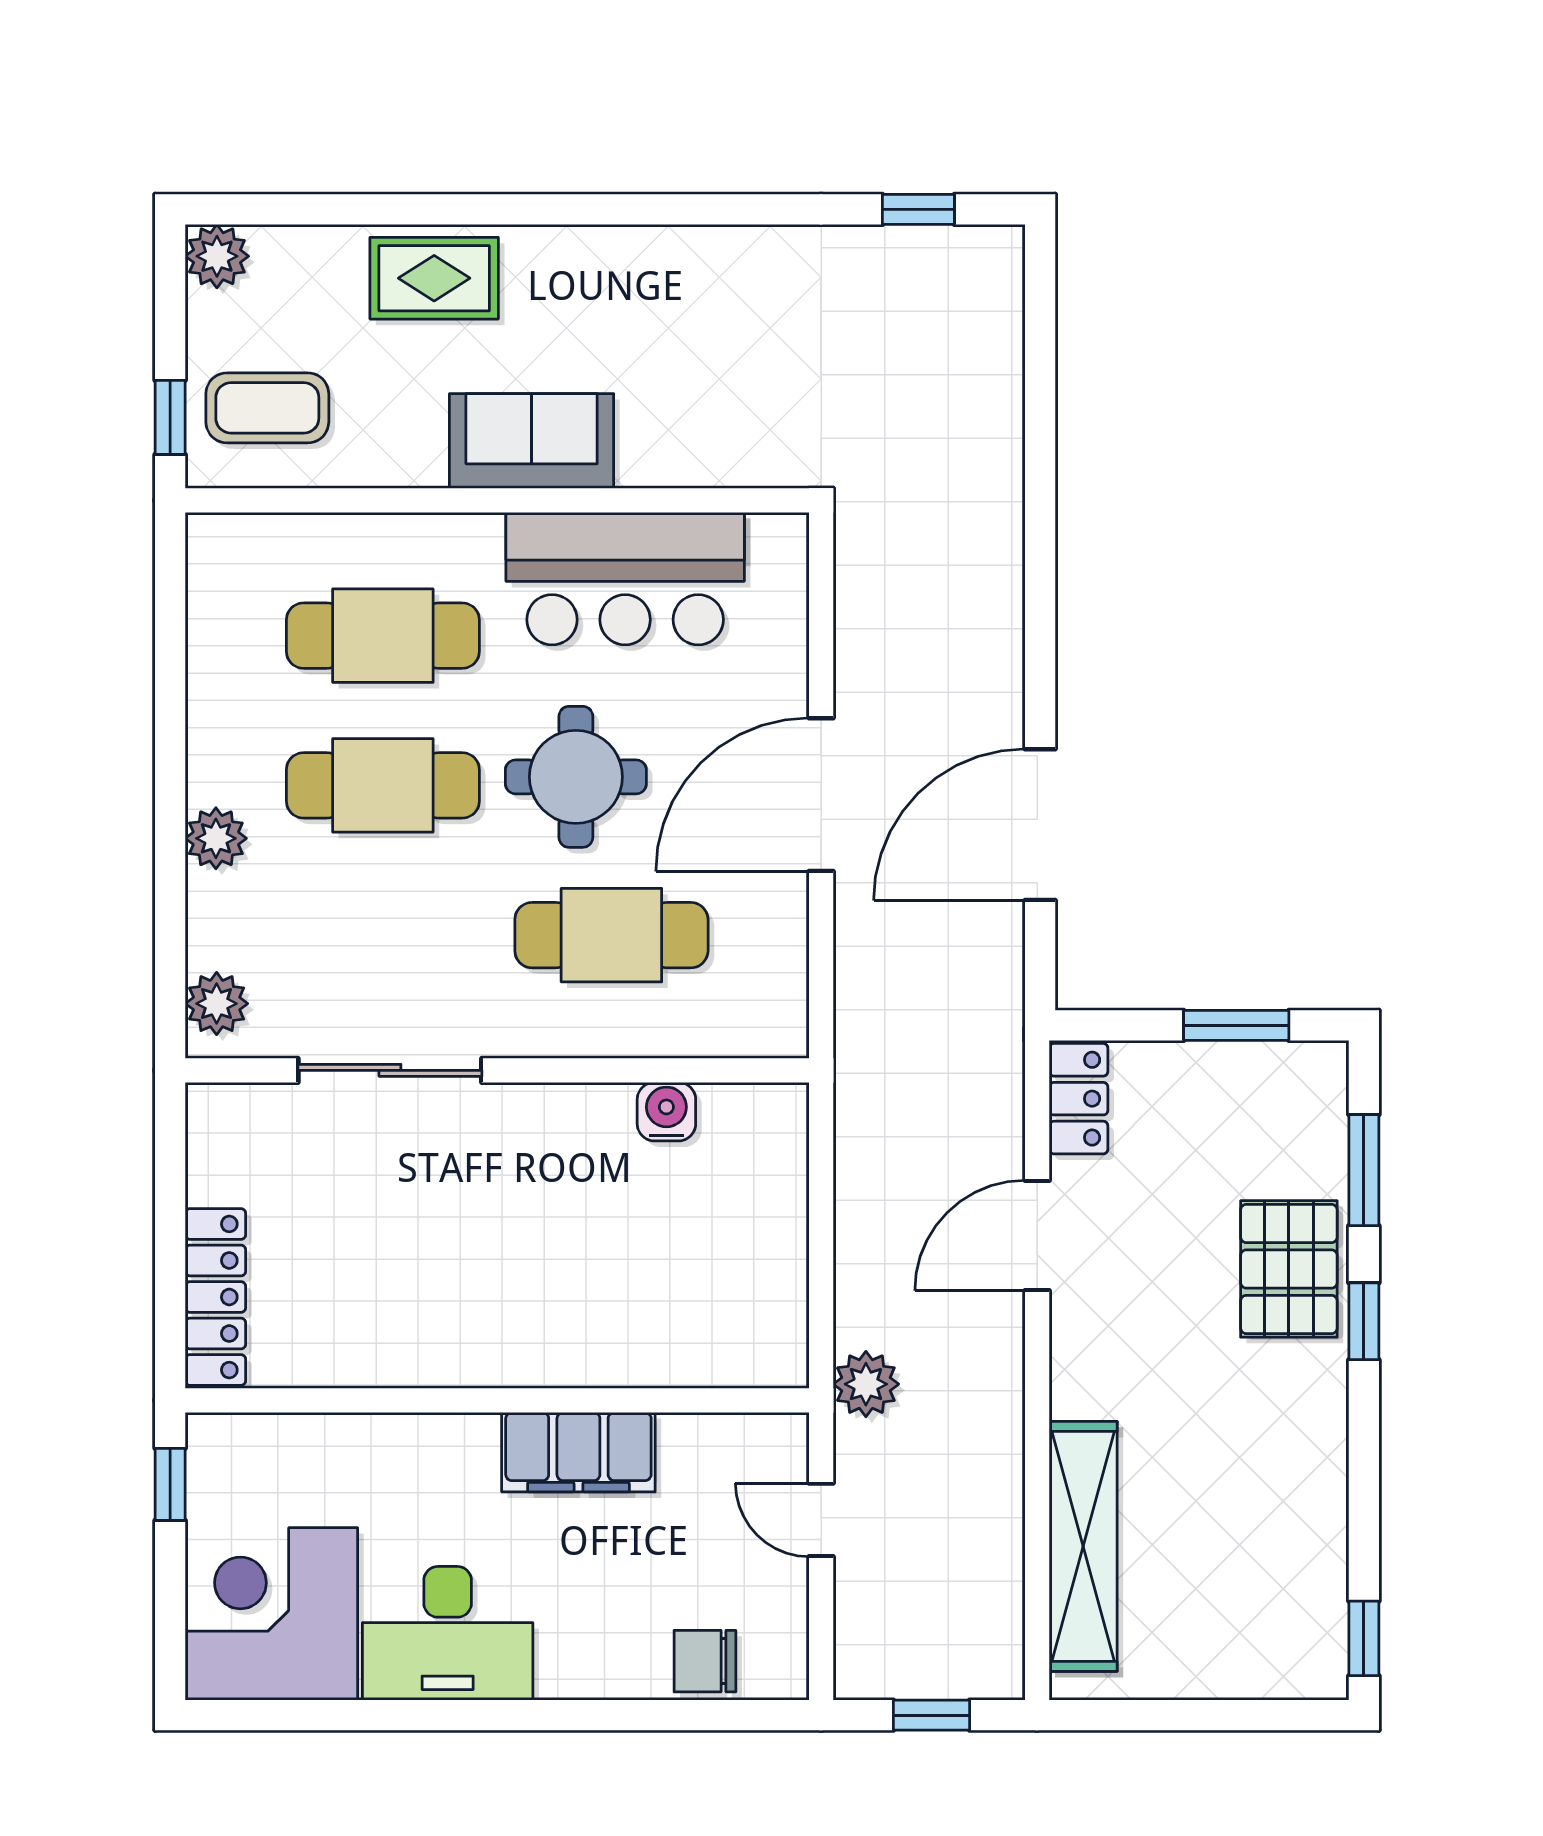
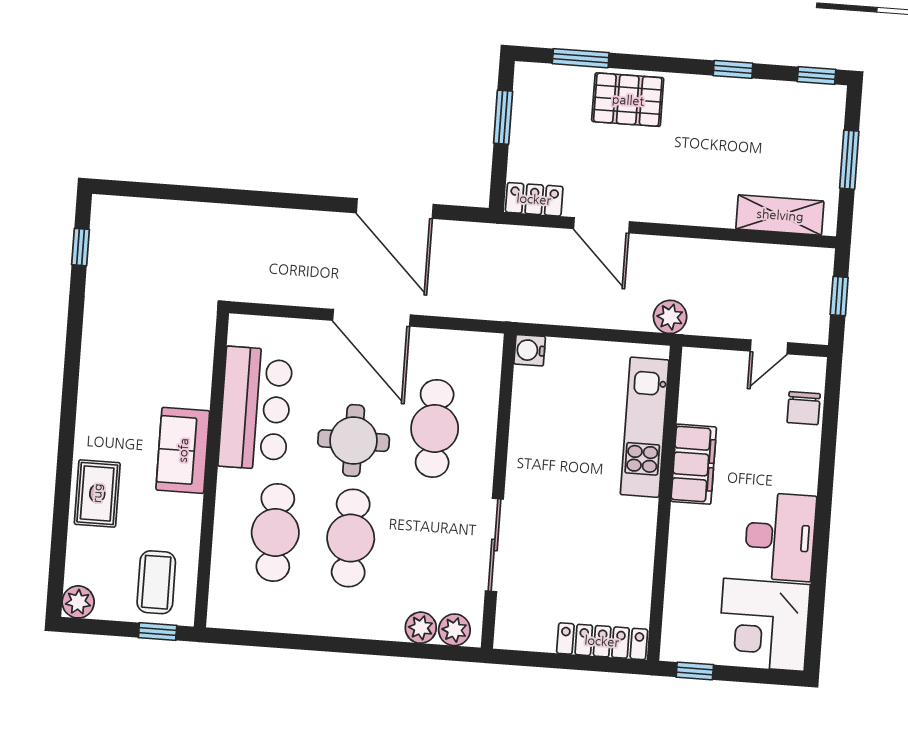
plant: (216, 838) -> (421, 628), moved
water cooler: (666, 1112) -> (530, 350), moved
window: (1364, 1321) -> (733, 69), moved
kitchen unit: (644, 1350) -> (645, 427), added
door: (821, 1520) -> (769, 347), moved
shelving: (1083, 1546) -> (780, 215), width x0.68
window: (1202, 1715) -> (849, 160), added

